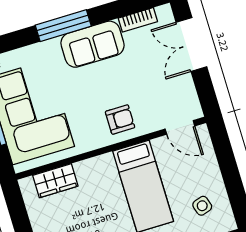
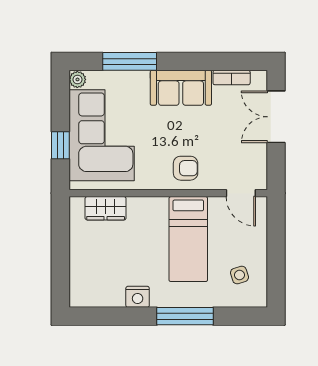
window: (63, 26) -> (130, 61), moved

